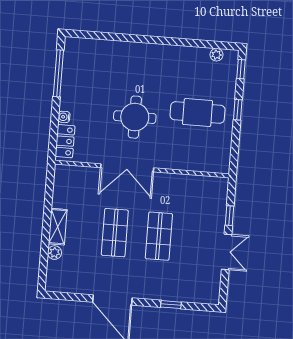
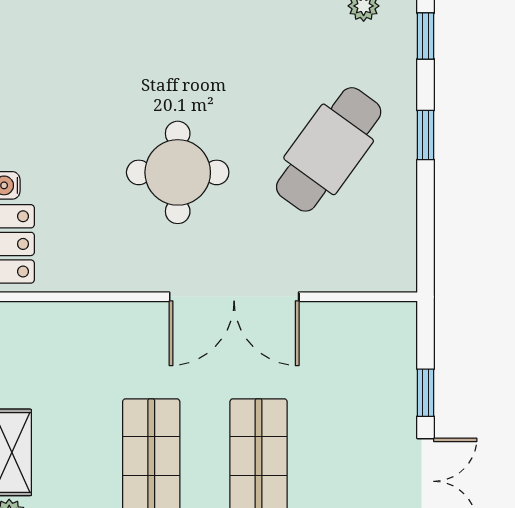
cafe table: (198, 113) -> (329, 149), turned -54
double door: (127, 168) -> (234, 297), moved

